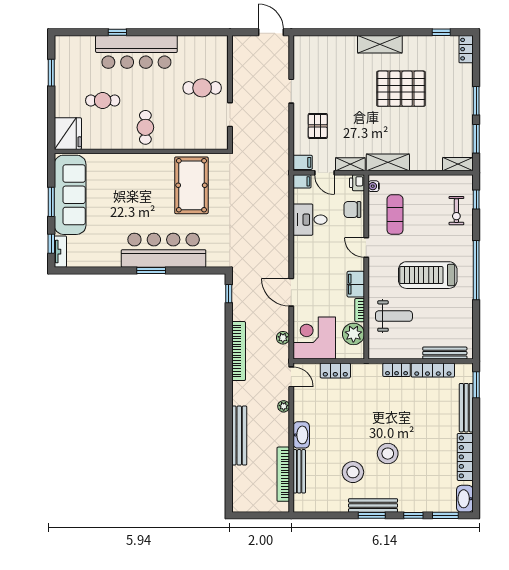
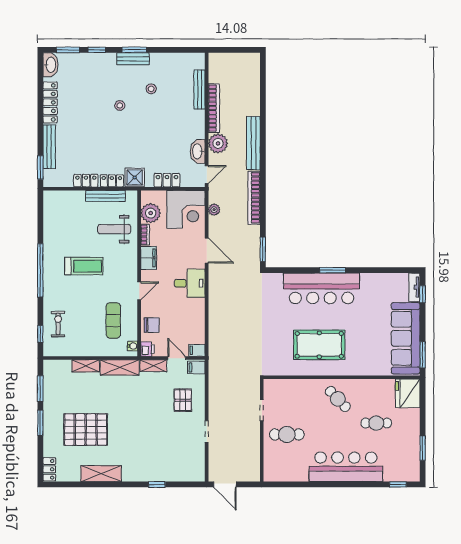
window: (117, 32) -> (398, 484), moved
window: (441, 32) -> (157, 484), moved
shelving: (380, 44) -> (101, 474), moved
pallet: (401, 89) -> (86, 430), moved
cafe table: (145, 127) -> (338, 399), turned -44
shelving: (458, 164) -> (86, 366), moved
pool table: (191, 185) -> (319, 345), moved, turned 90
window: (51, 202) -> (423, 355), moved
desk: (310, 220) -> (190, 283), moved
door: (366, 248) -> (139, 291), hinge flipped
treadmill: (428, 275) -> (84, 266), width x0.73, depth x0.73
window: (229, 294) -> (263, 249), width x1.50
bench: (445, 353) -> (105, 196), moved
locker: (433, 370) -> (86, 181), width x0.66
shower: (371, 373) -> (135, 177), added
door: (291, 377) -> (207, 175), swing flipped
plant: (284, 406) -> (218, 143), width x1.88, depth x1.88
washbasin: (301, 435) -> (198, 151), moved
bench: (239, 436) -> (253, 143), moved
stool: (388, 454) -> (120, 105), width x0.53, depth x0.53
stool: (353, 472) -> (151, 89), width x0.53, depth x0.53
bookcase: (283, 474) -> (214, 108), moved
bench: (373, 505) -> (133, 59), width x0.73

